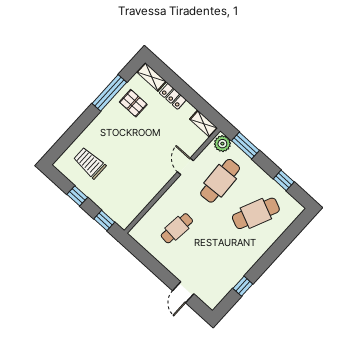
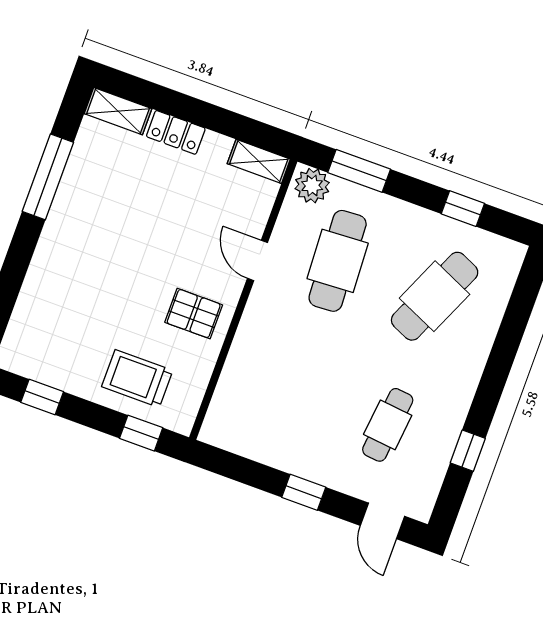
pallet: (133, 103) -> (194, 314), moved
trolley: (90, 163) -> (137, 379), moved
window: (77, 196) -> (42, 397), moved
cafe table: (177, 228) -> (388, 425), moved
window: (164, 275) -> (304, 492), added
door: (183, 292) -> (382, 521), moved

